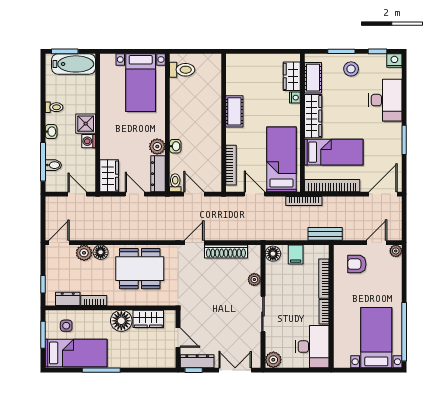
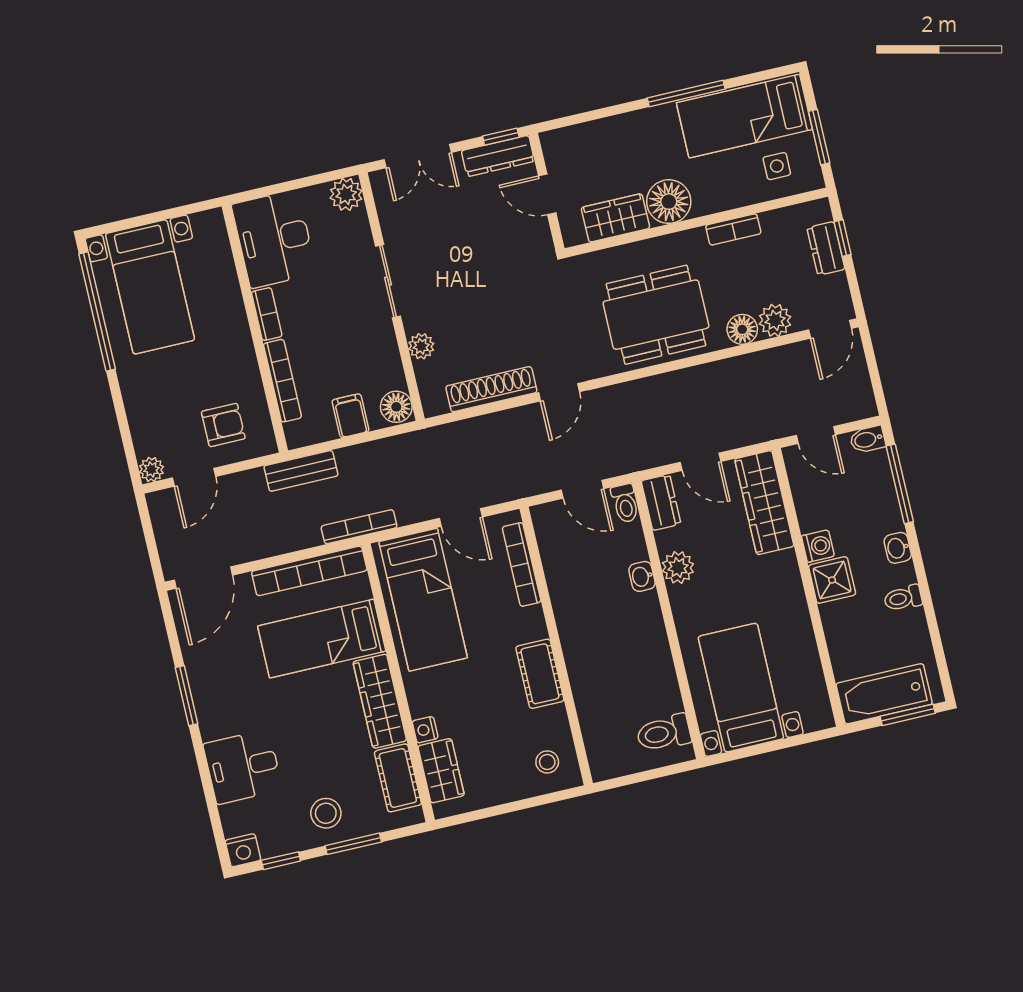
stool: (241, 69) -> (547, 762), added
desk: (385, 100) -> (243, 767), width x0.73
bidet: (53, 165) -> (868, 439), moved
dresser: (158, 174) -> (661, 502), width x0.70
wardrobe: (109, 176) -> (764, 503), width x1.50
dresser: (68, 299) -> (826, 248), moved, turned 90

